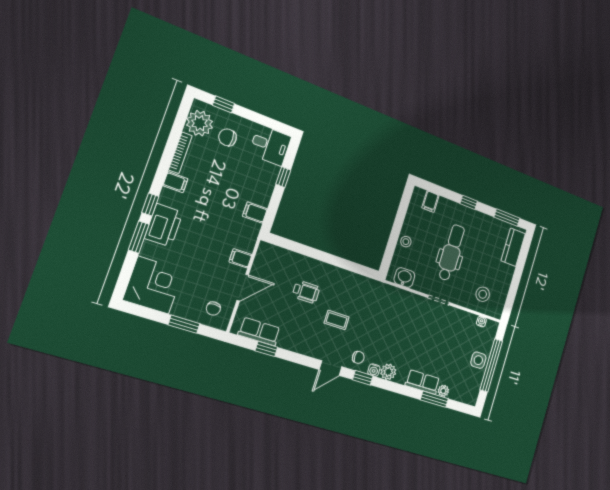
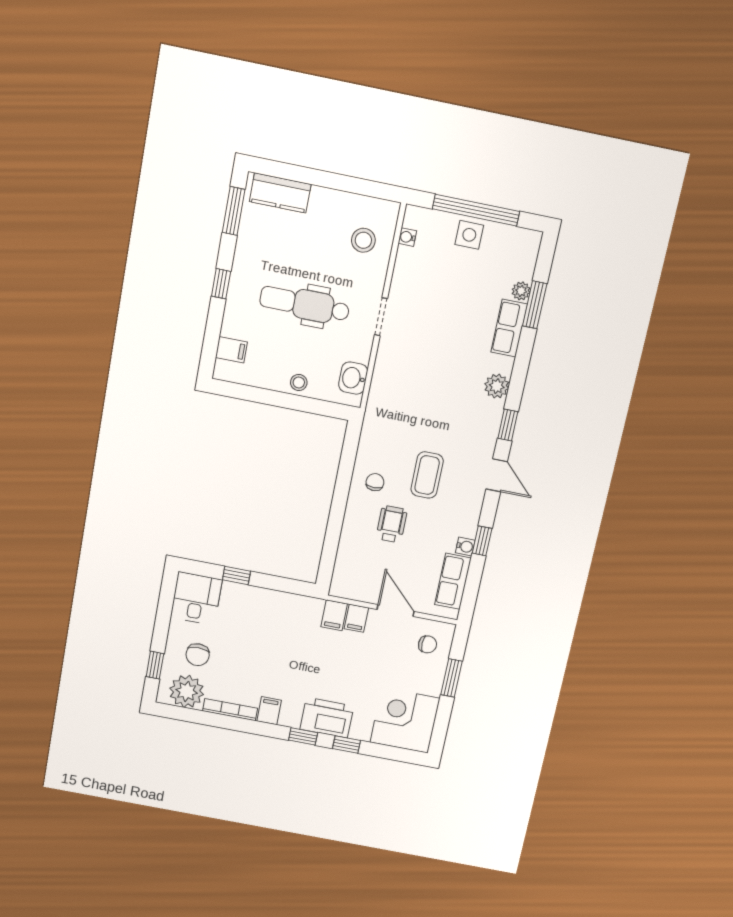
filing cabinet: (255, 212) -> (334, 615), moved
window: (139, 237) -> (346, 745), width x0.67
coffee table: (337, 320) -> (427, 475), width x1.36, depth x1.30
window: (266, 349) -> (482, 541), moved
chair: (358, 357) -> (375, 482), moved
water cooler: (374, 370) -> (465, 546), moved

